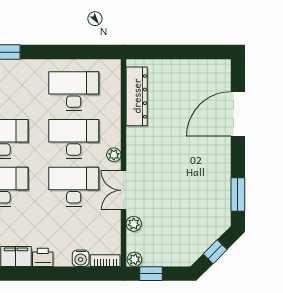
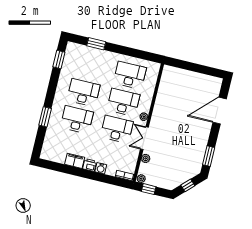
dresser: (137, 96) -> (165, 87), removed
water cooler: (81, 258) -> (101, 168), moved

